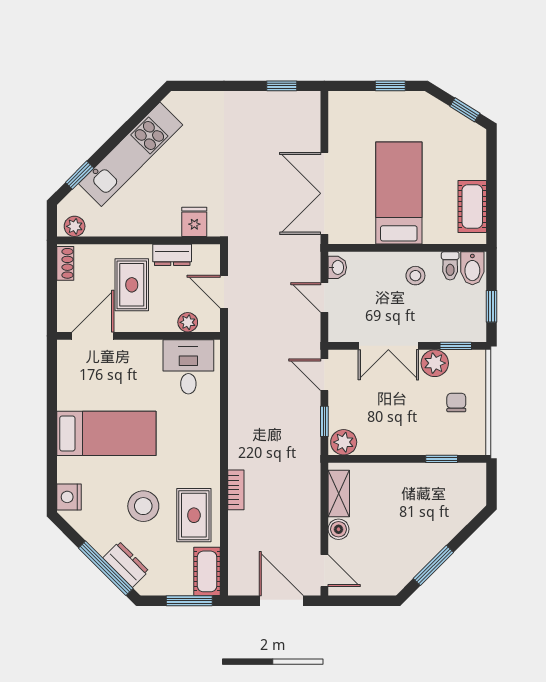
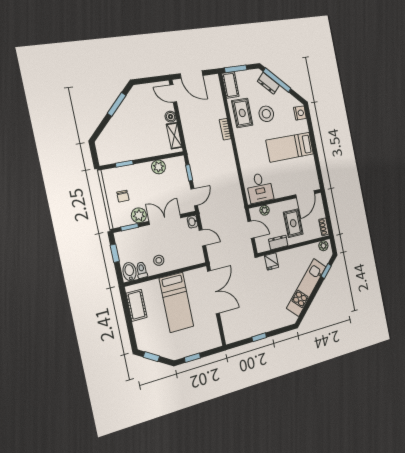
window: (282, 86) -> (259, 337), moved
washbasin: (337, 267) -> (193, 222), moved
door: (324, 375) -> (194, 197), hinge flipped
plant: (344, 442) -> (158, 167), moved

